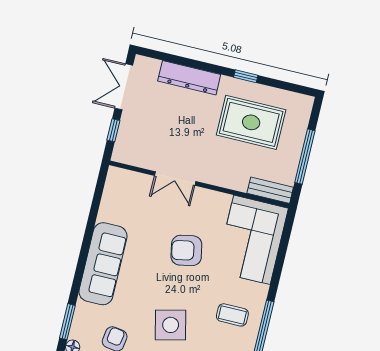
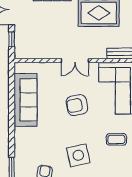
double door: (175, 178) -> (75, 61), moved
sofa: (103, 264) -> (26, 100), moved

